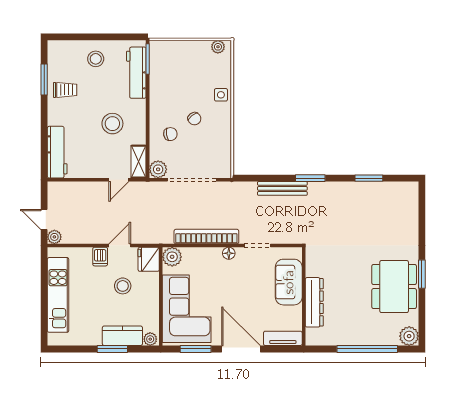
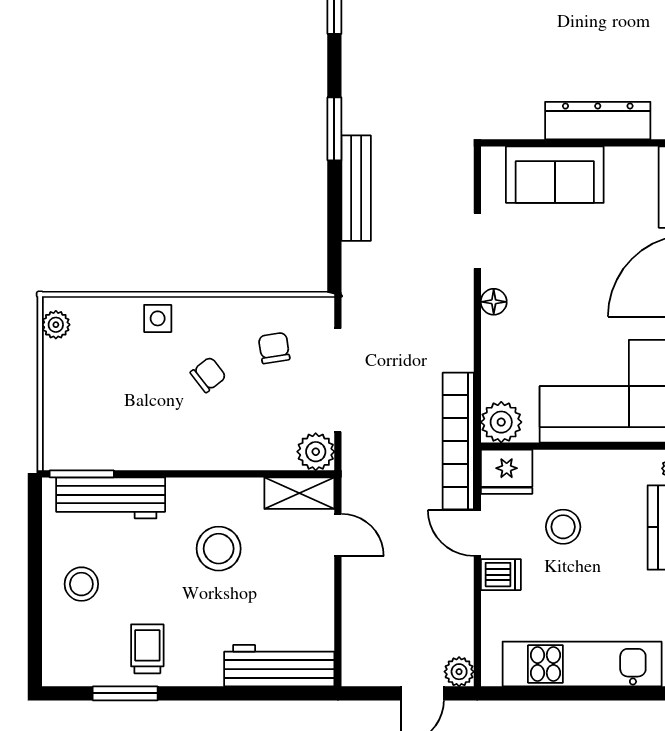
chair: (170, 134) -> (274, 348), moved
bookcase: (206, 237) -> (458, 441), moved

